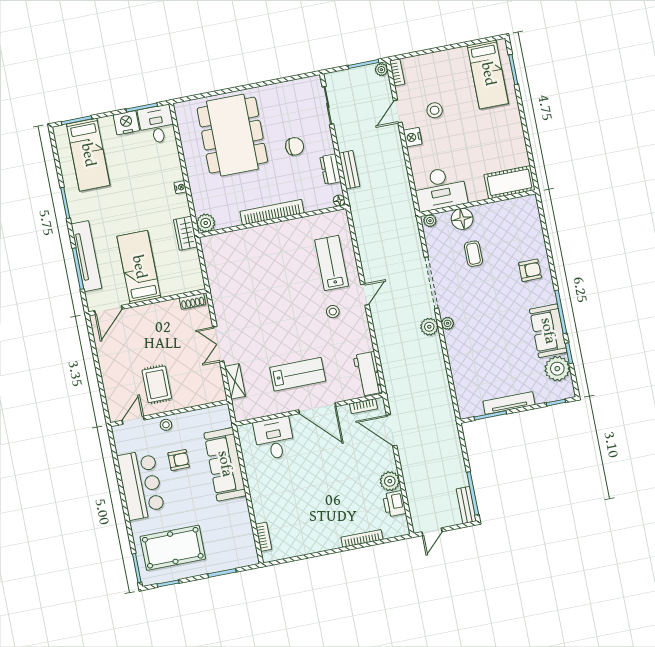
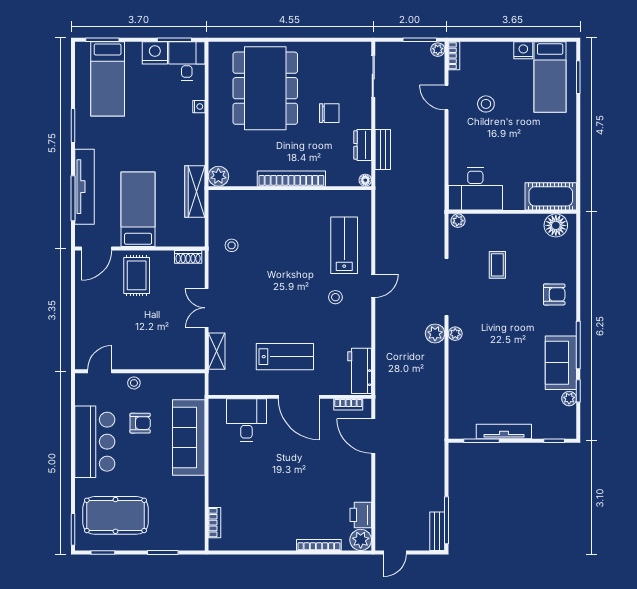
door: (398, 111) -> (446, 98), hinge flipped
nightstand: (413, 137) -> (523, 50), moved, turned 90
nightstand: (180, 187) -> (199, 107), moved
floor lamp: (462, 219) -> (556, 225), moved
wardrobe: (185, 233) -> (195, 192), width x1.50
stool: (230, 283) -> (232, 245), added
plant: (557, 369) -> (569, 399), width x0.53, depth x0.53
rug: (157, 384) -> (137, 275), moved
plant: (390, 481) -> (361, 540), moved

